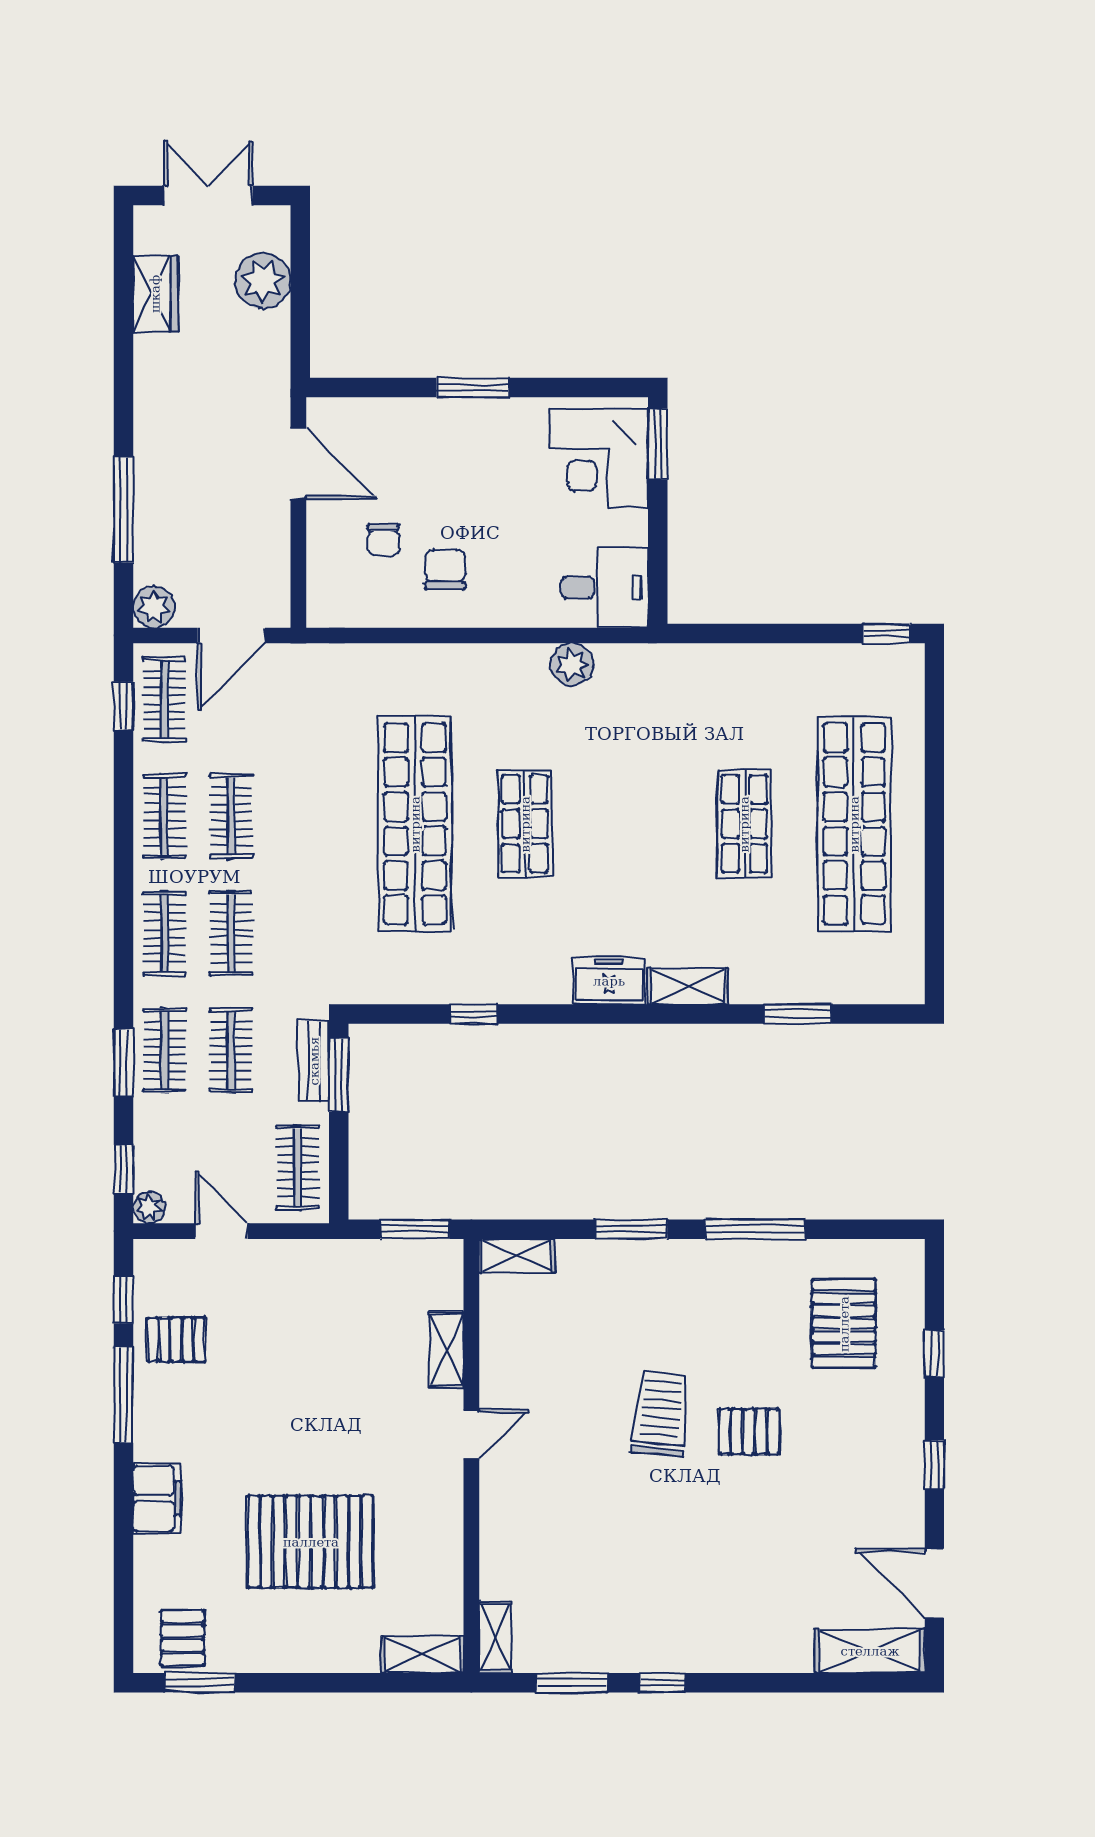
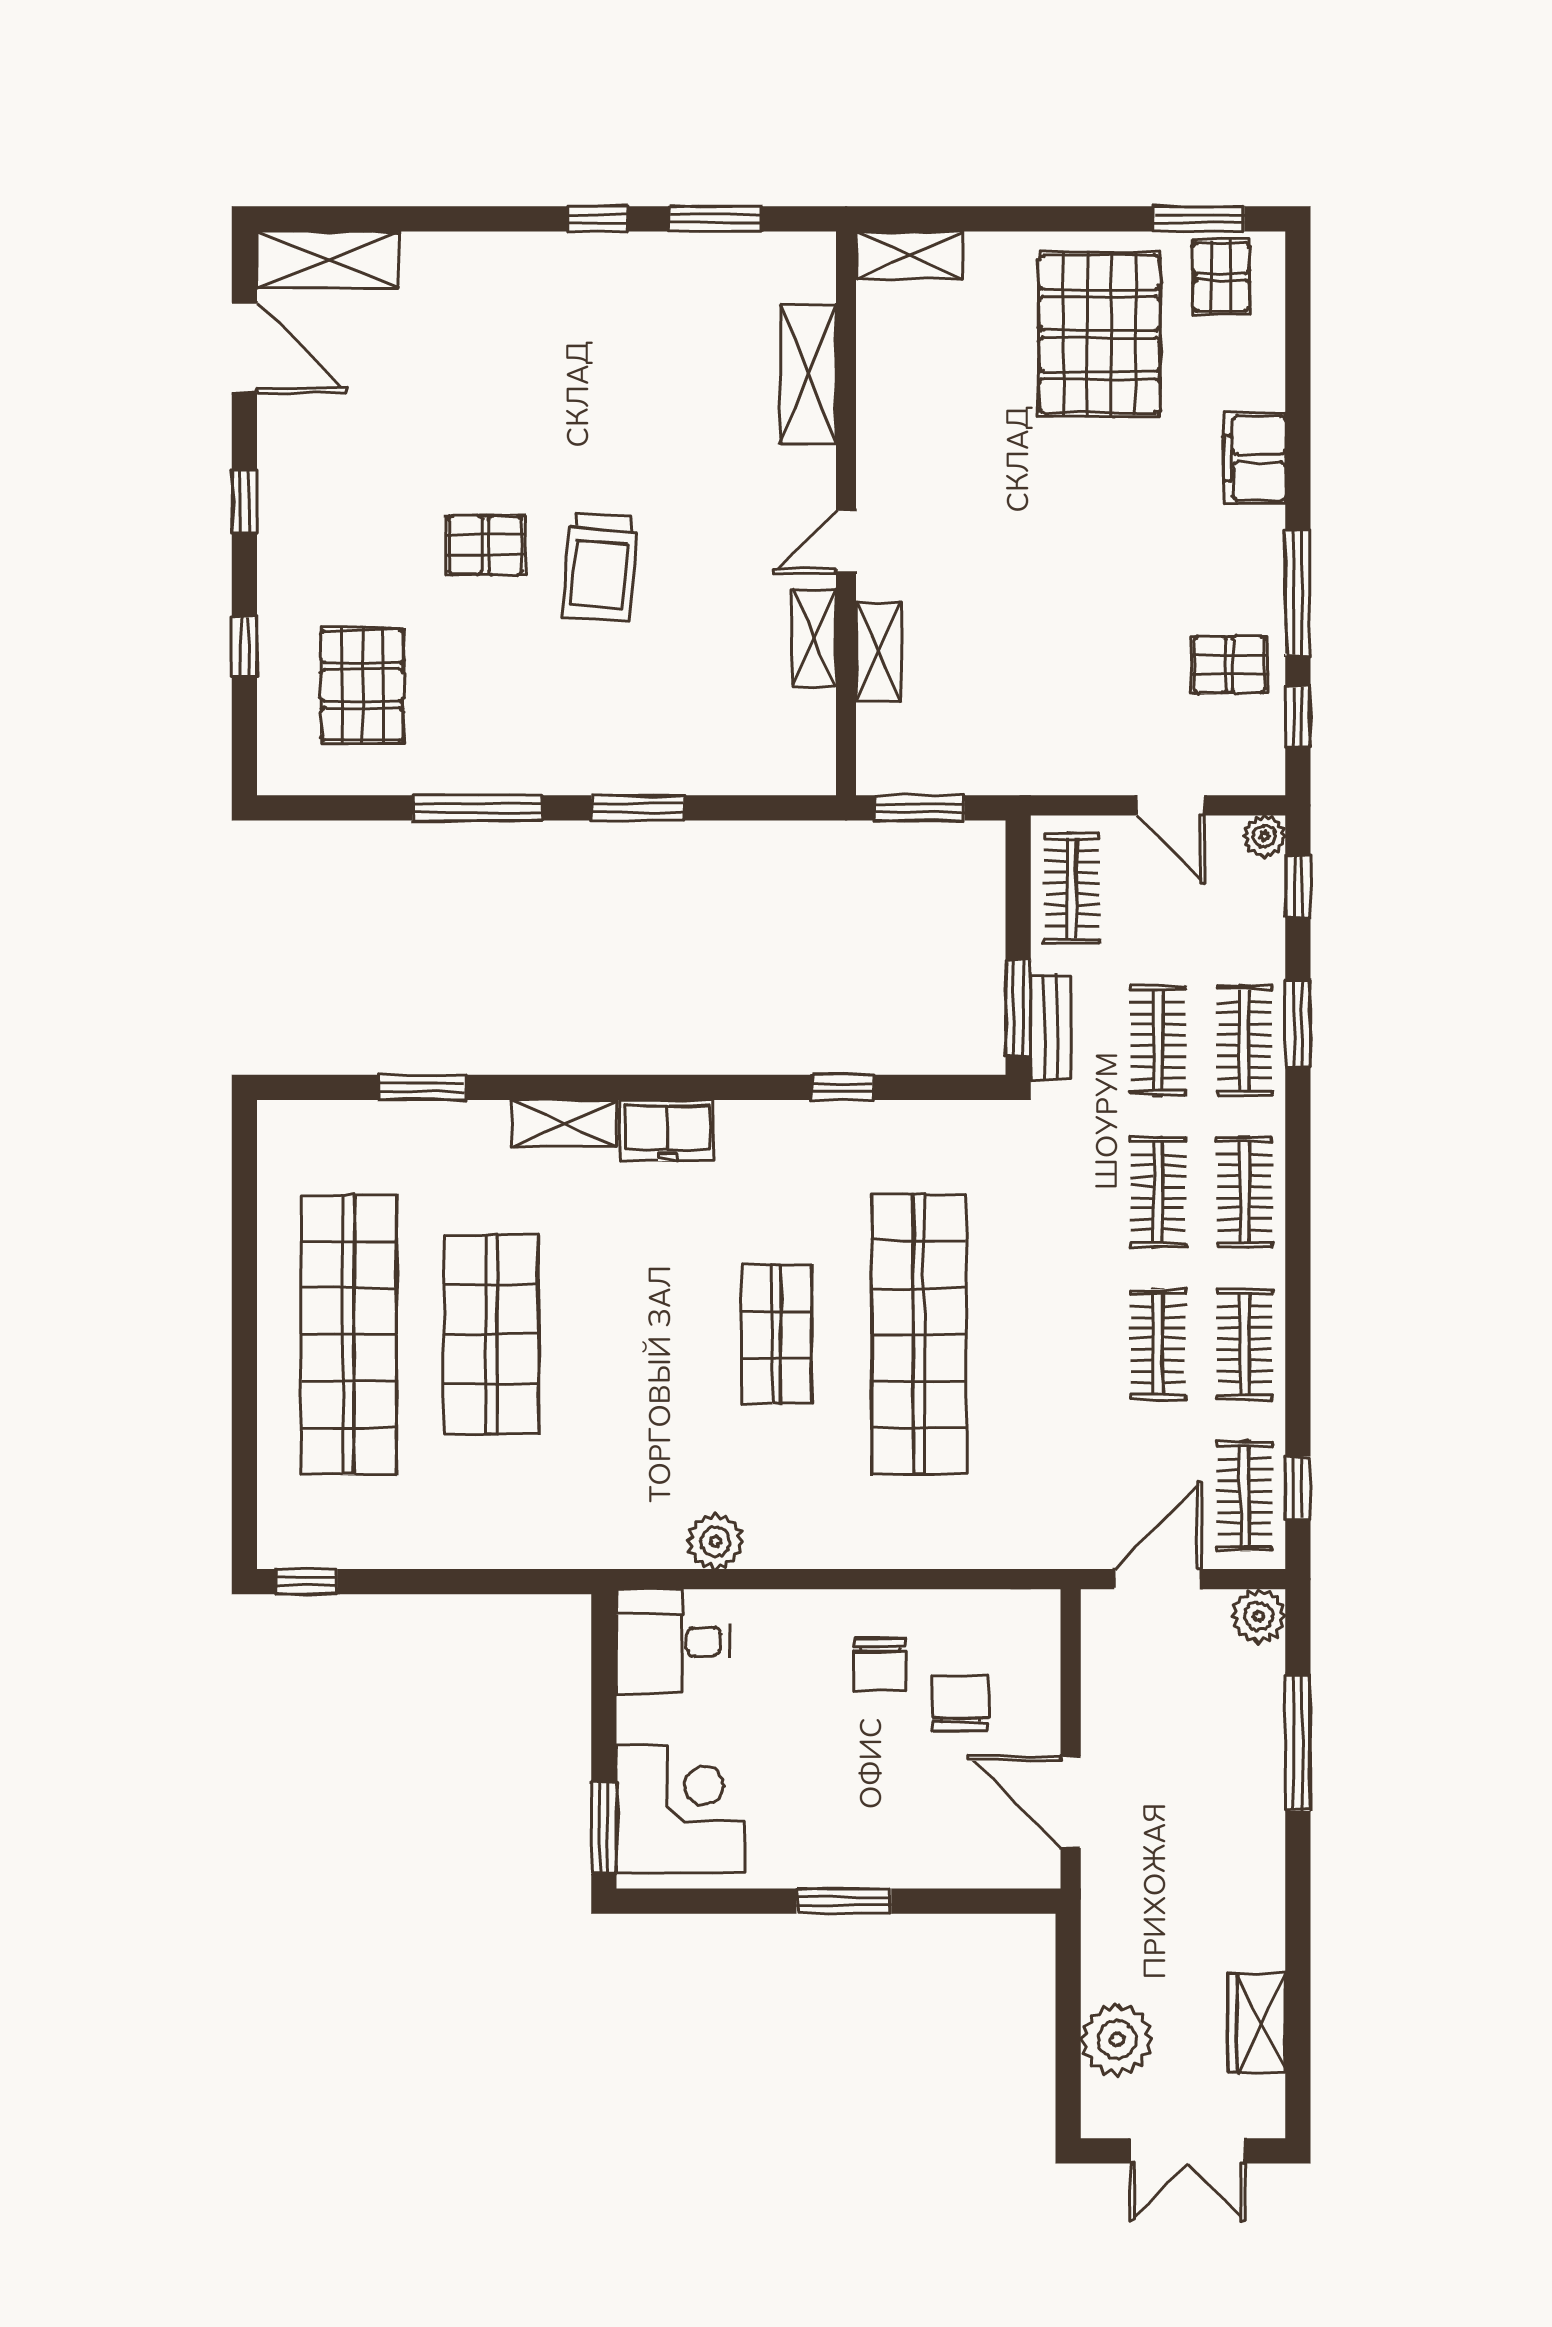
chair: (383, 540) -> (960, 1703), width x1.37, depth x1.37
shop shelf: (744, 824) -> (491, 1335), width x1.43, depth x1.36
shelving: (517, 1256) -> (814, 638), moved, turned 90
pallet: (311, 1542) -> (1099, 334), moved, turned 90
shelving: (495, 1637) -> (808, 374), moved, width x1.50, depth x1.33

